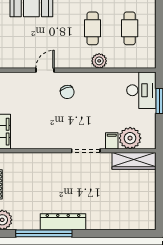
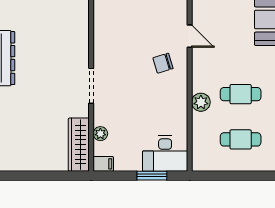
plant: (130, 138) -> (100, 134), width x0.53, depth x0.53
filing cabinet: (112, 141) -> (103, 164), moved

